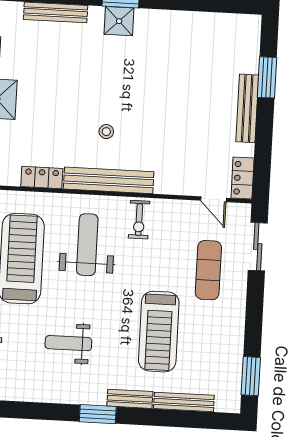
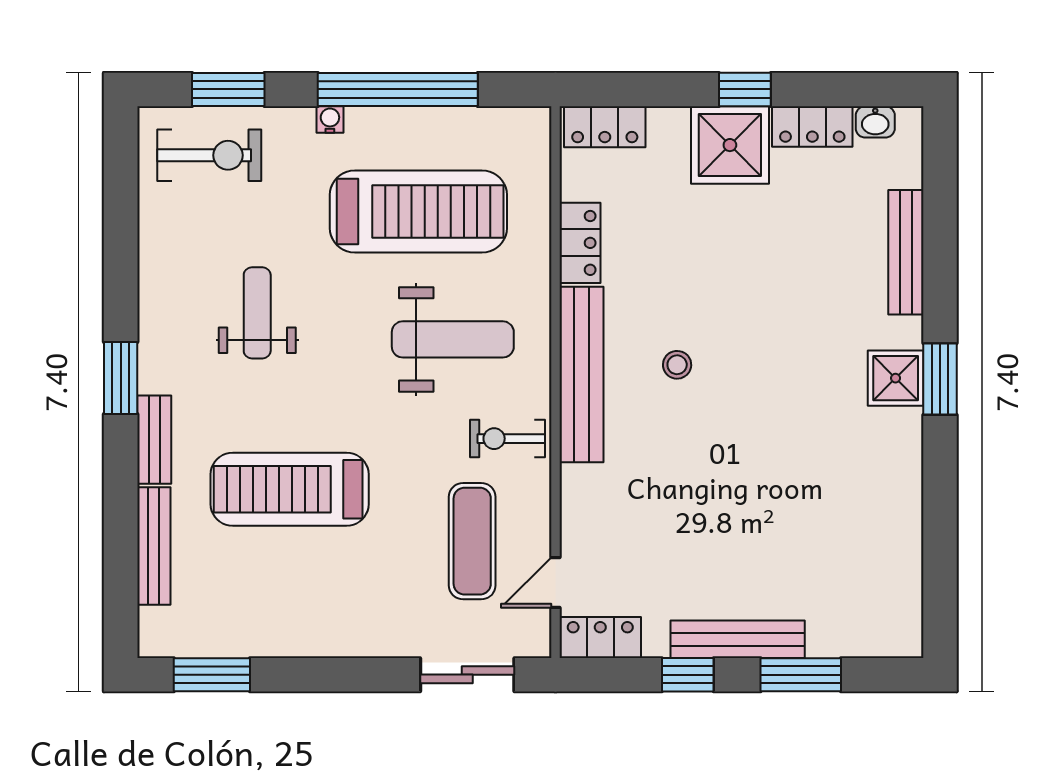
window: (264, 135) -> (688, 675), added
exercise mat: (208, 270) -> (472, 541), moved, turned 90

